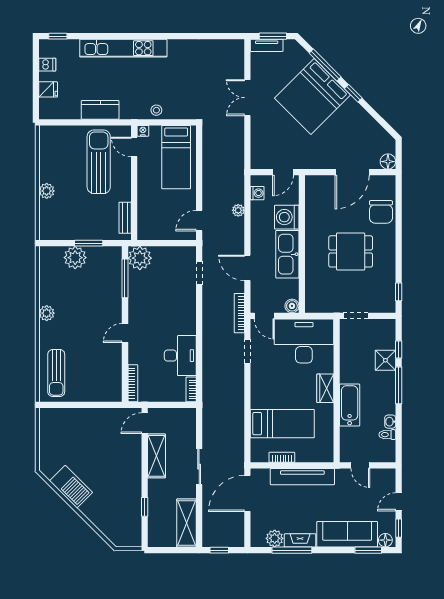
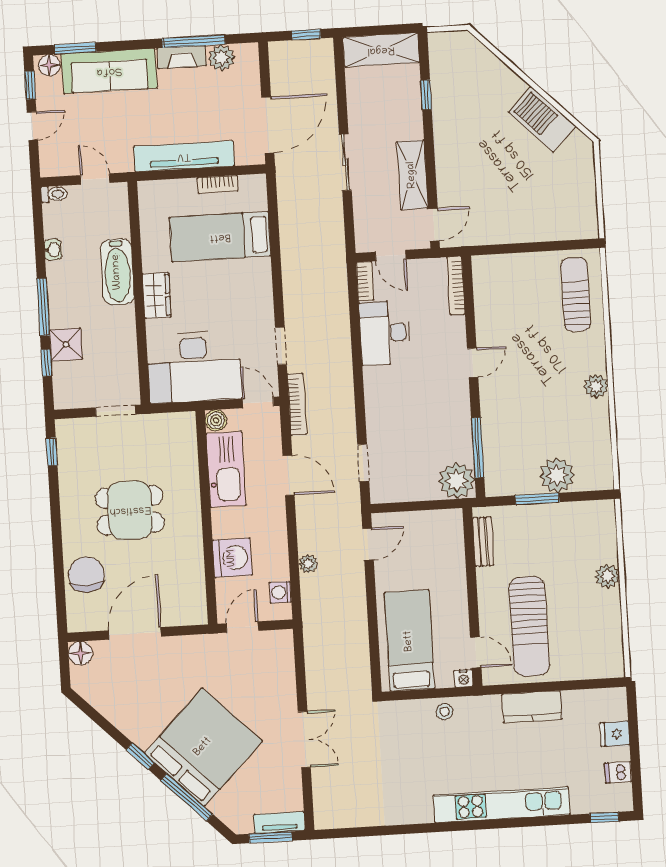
kitchen sink: (287, 254) -> (226, 469), moved
door: (173, 405) -> (391, 256), added
toilet: (387, 435) -> (54, 194), moved
shelving: (186, 523) -> (381, 50), moved, turned 90

